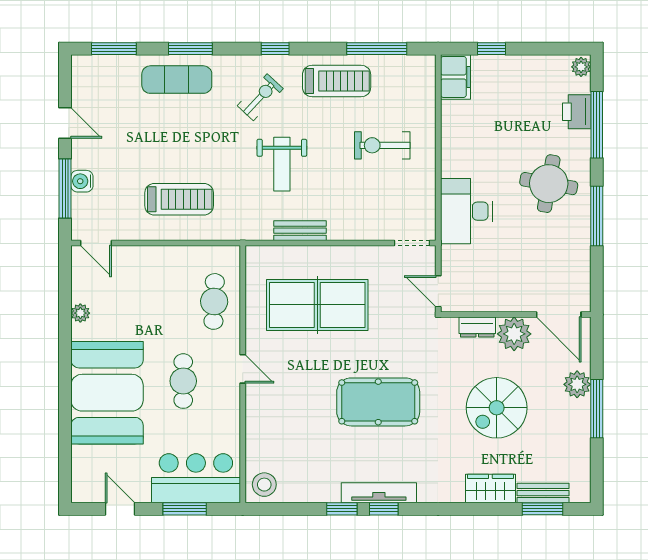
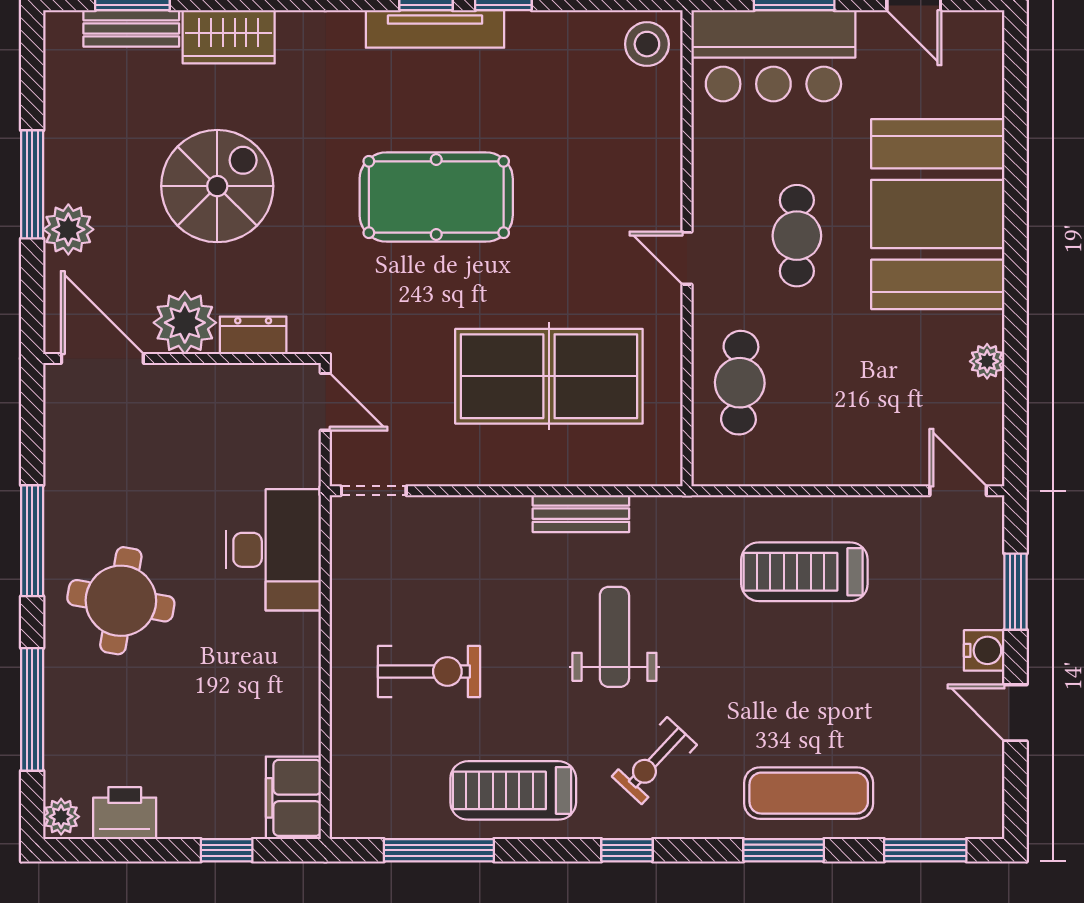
printer: (577, 112) -> (125, 813), moved, turned -90
water cooler: (82, 181) -> (984, 650), moved
window: (65, 189) -> (1015, 592), width x0.69

